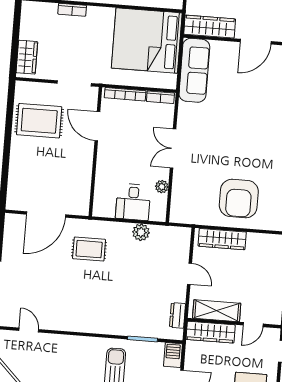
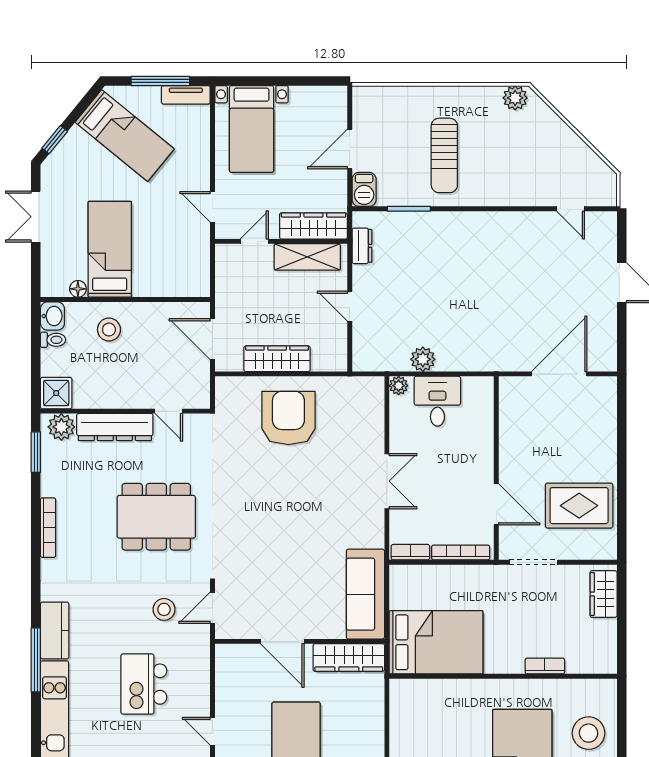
bed: (147, 41) -> (436, 642), width x0.73
door: (256, 42) -> (282, 641), swing flipped
plant: (162, 187) -> (399, 386), moved
wardrobe: (222, 239) -> (277, 359), moved
rug: (89, 249) -> (494, 330), removed

